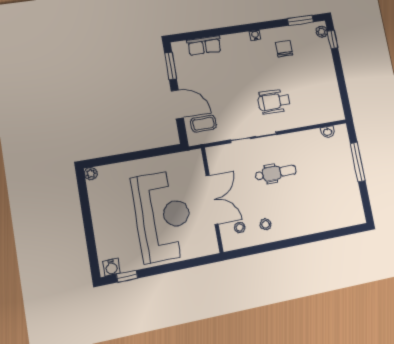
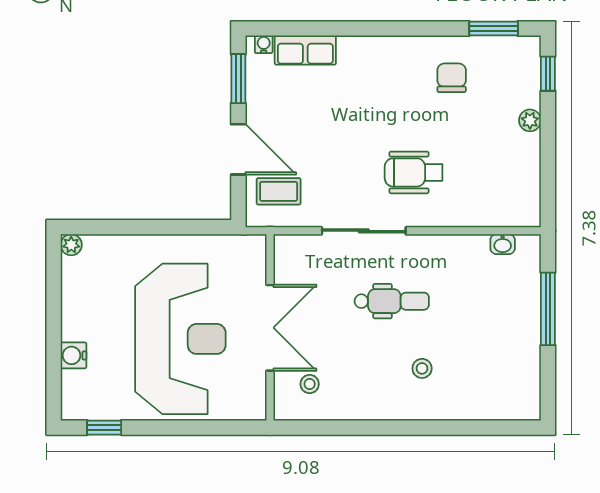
plant: (322, 32) -> (530, 120), moved
water cooler: (255, 35) -> (264, 44), moved
stool: (266, 224) -> (422, 368), moved
water cooler: (112, 267) -> (74, 355), moved, turned 90

